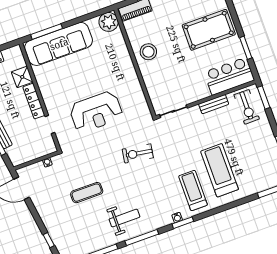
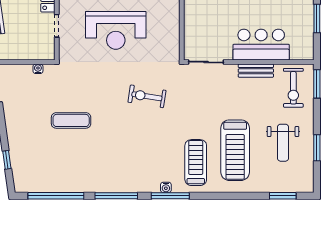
bar counter: (229, 76) -> (261, 45), moved
treadmill: (220, 170) -> (235, 150), turned 180
weight bench: (124, 218) -> (283, 143), moved, turned 90
window: (183, 223) -> (170, 196), width x1.44

